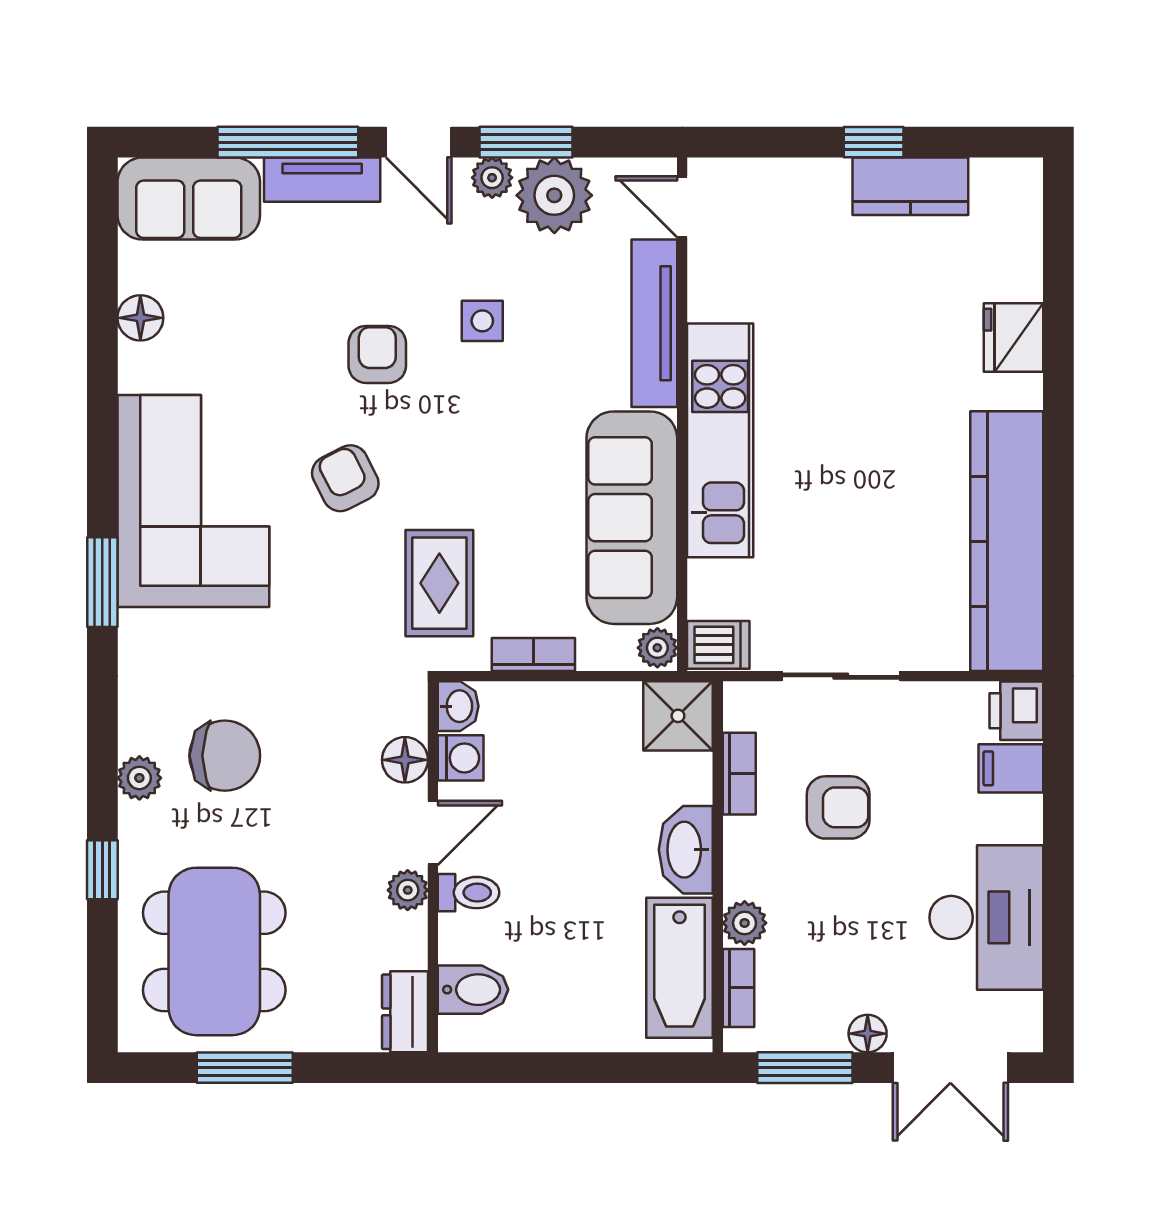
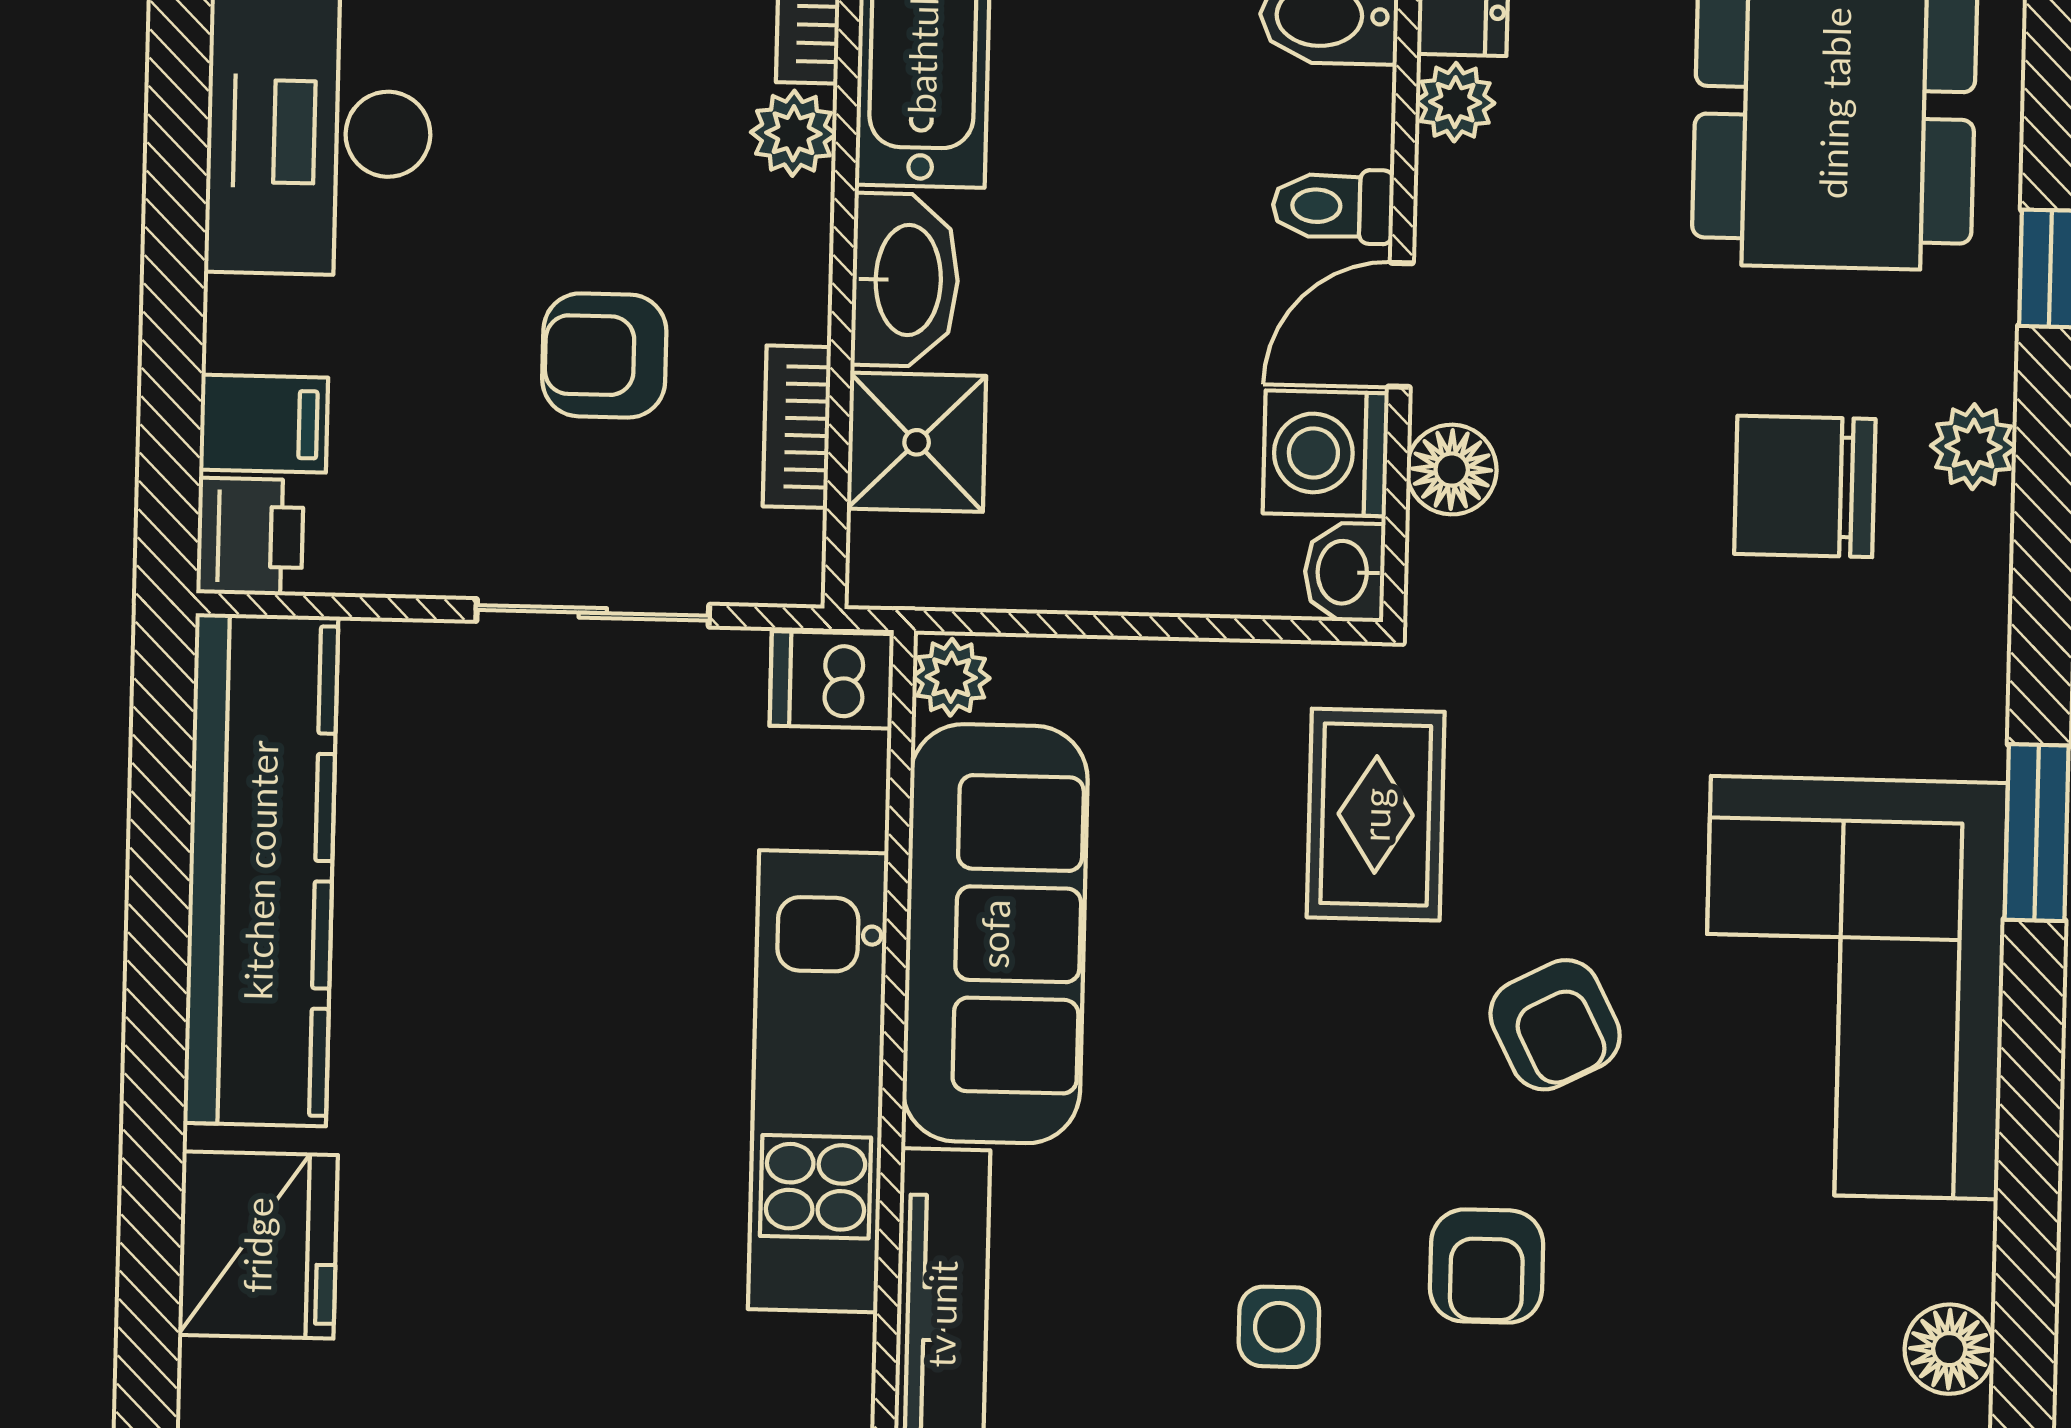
fridge: (1014, 337) -> (258, 1245), width x1.36, depth x1.34
bookcase: (533, 654) -> (1195, 670), removed
shower: (678, 716) -> (917, 442), moved
washing machine: (461, 758) -> (1326, 453), width x1.38, depth x1.38
plant: (408, 890) -> (1455, 102), moved

